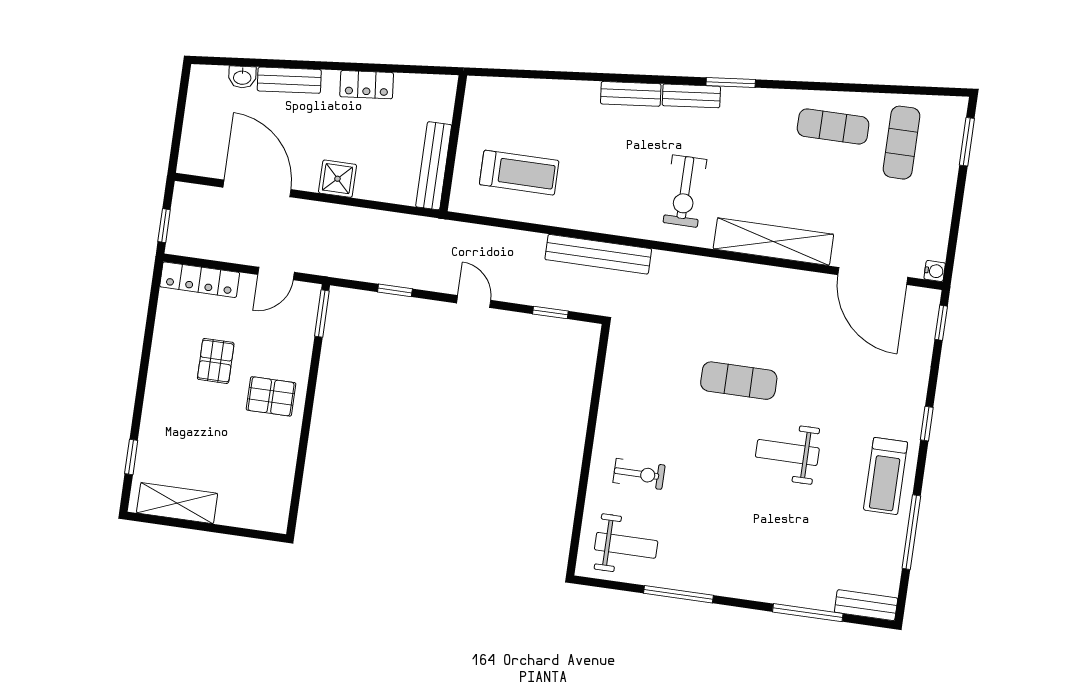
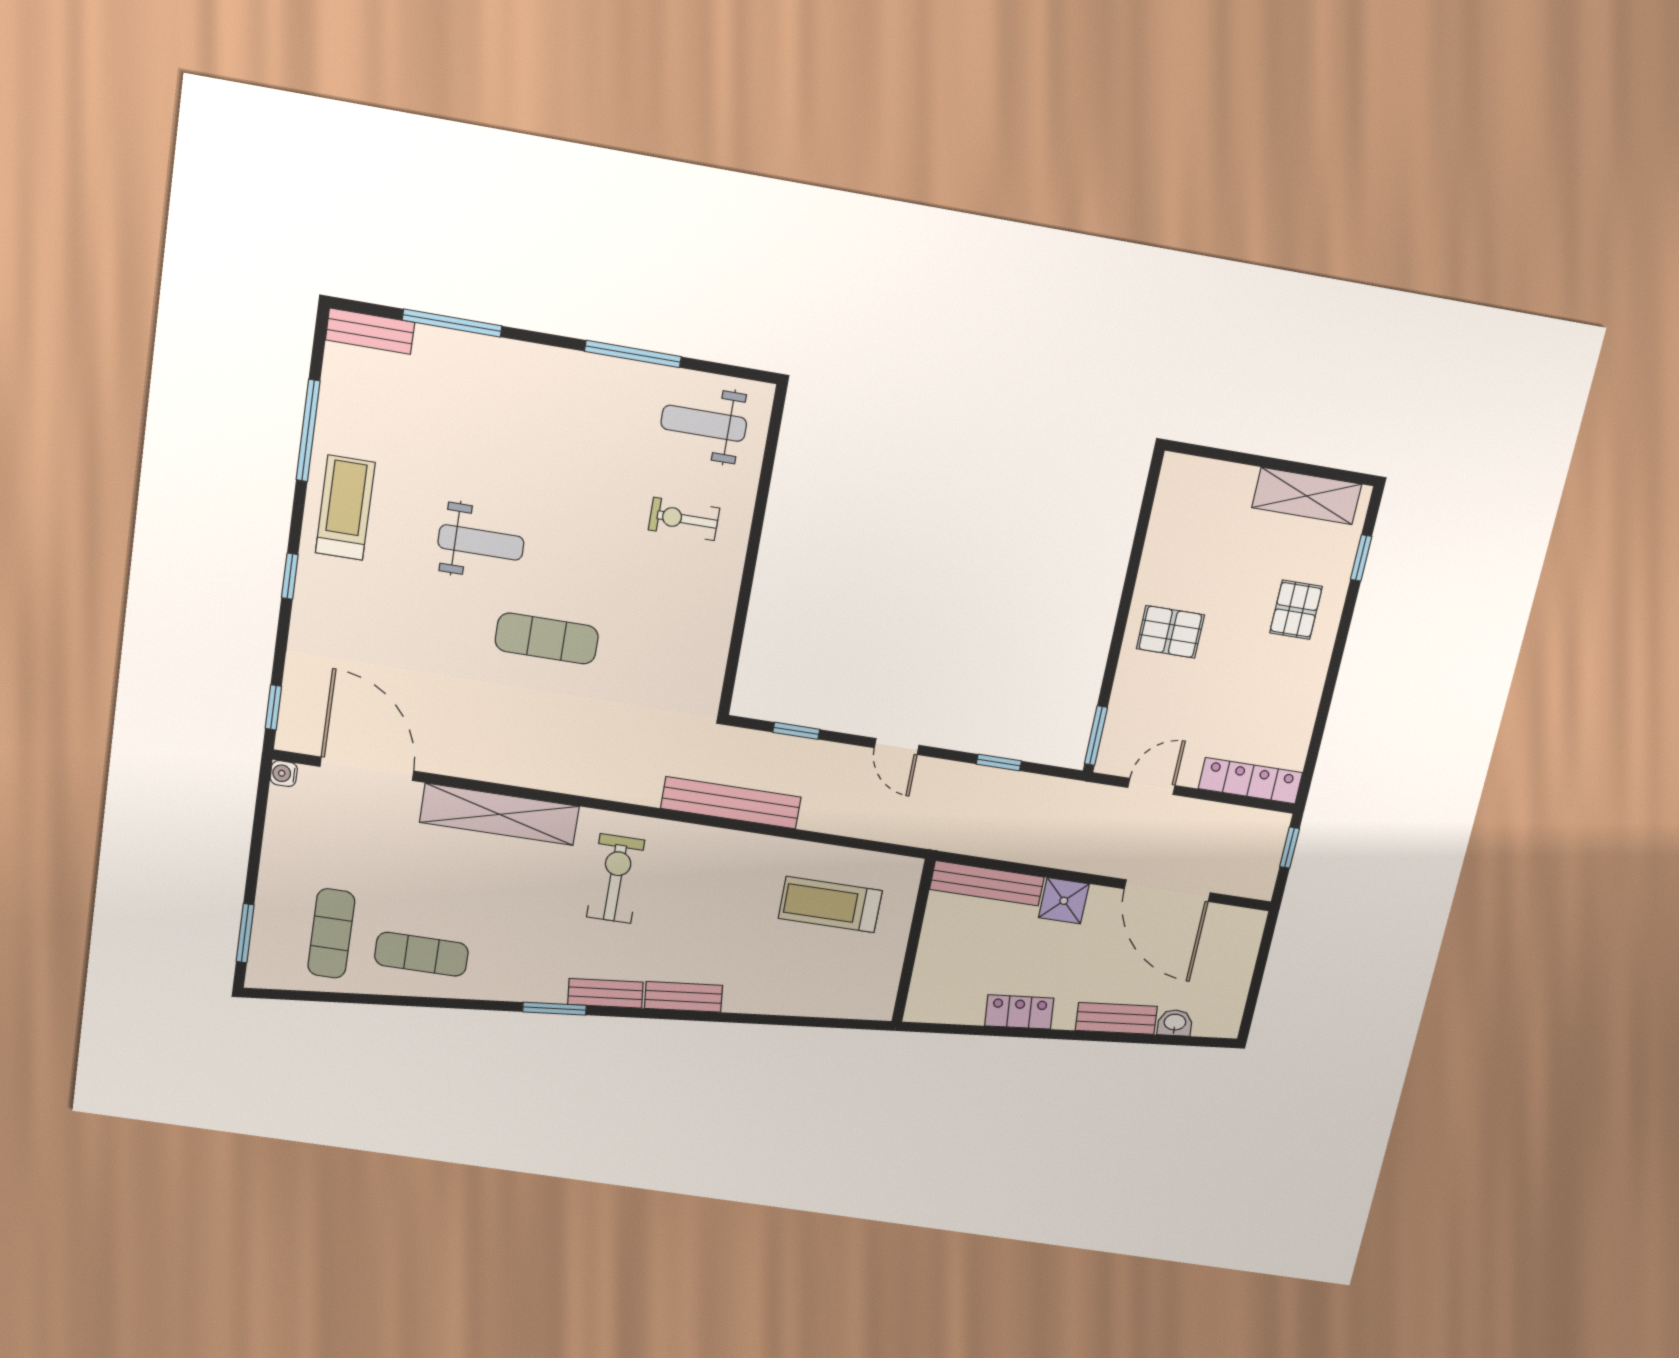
bench: (434, 166) -> (987, 883), moved, turned 90
pallet: (216, 361) -> (1296, 610), moved

